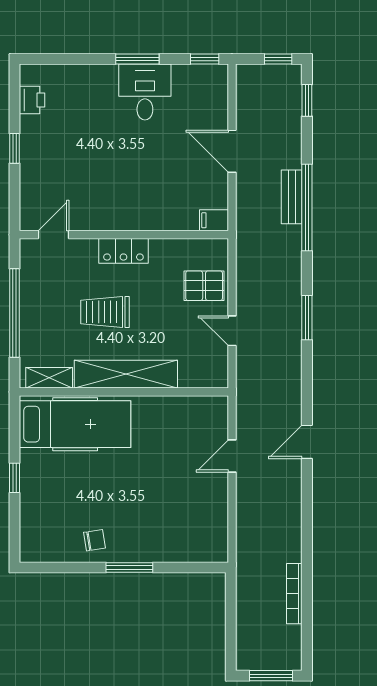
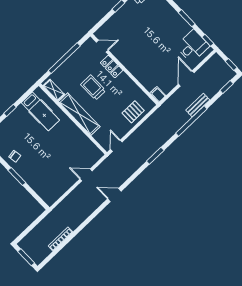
desk: (145, 92) -> (193, 46), moved
bench: (292, 197) -> (198, 105), moved
locker: (123, 251) -> (112, 66), moved
pallet: (204, 286) -> (133, 112), turned 90
door: (232, 331) -> (116, 146), moved
hospital bed: (75, 424) -> (40, 111), width x0.73, depth x0.78

